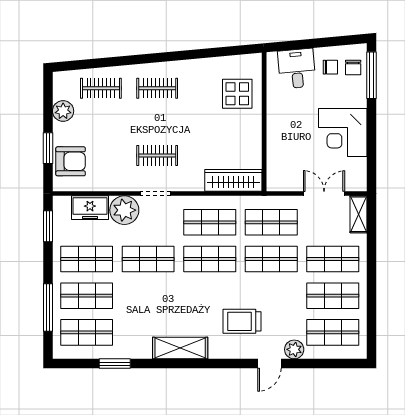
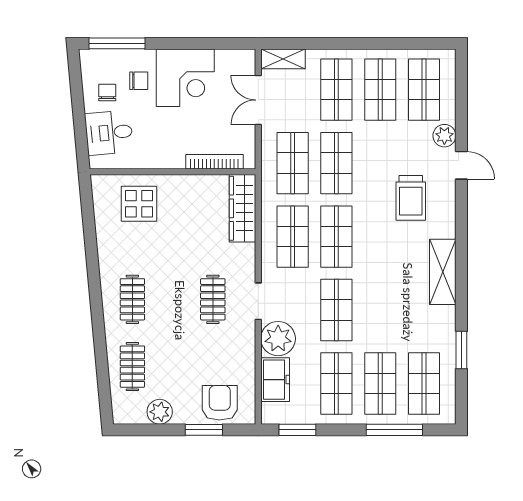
chair: (353, 68) -> (139, 81), moved
bookcase: (272, 157) -> (214, 162), added

